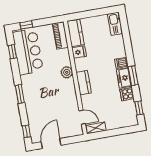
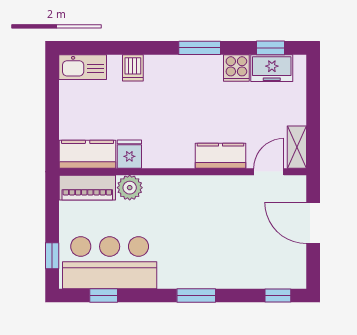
dishwasher: (122, 63) -> (133, 68), moved
plant: (67, 72) -> (130, 188), moved
freezer: (124, 78) -> (272, 68), moved
kitchen counter: (84, 83) -> (220, 156), moved
door: (51, 144) -> (313, 223), moved

